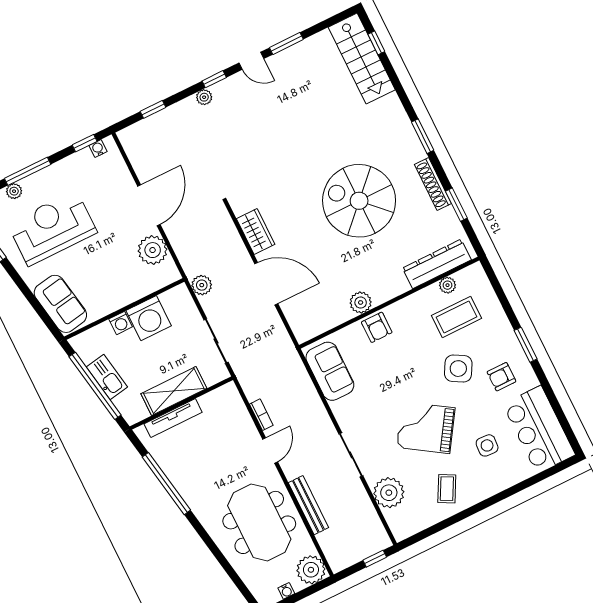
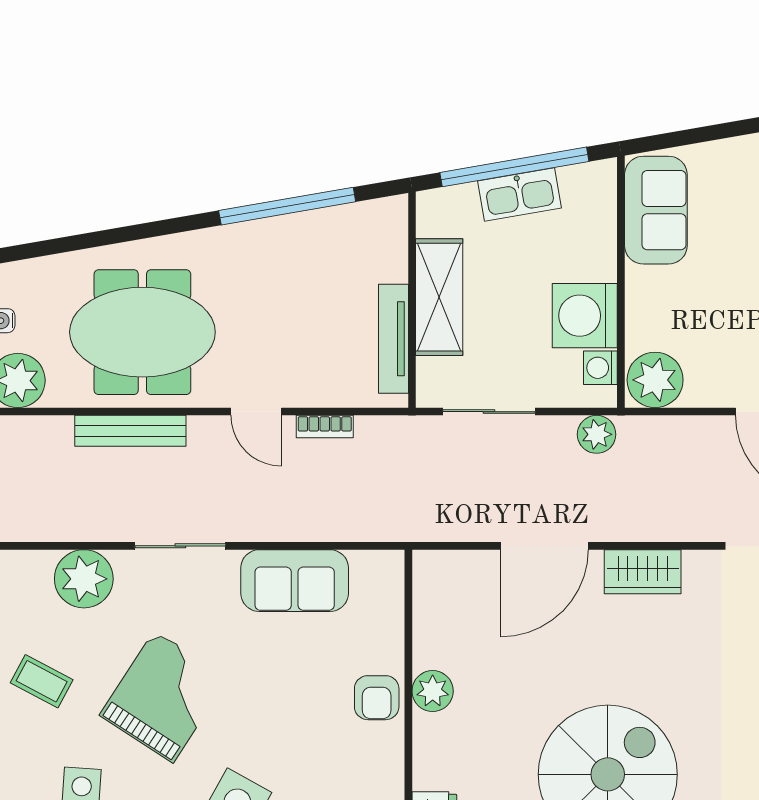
plant: (153, 250) -> (655, 380), moved
sofa: (60, 304) -> (656, 210), moved, turned -80
washing machine: (121, 323) -> (600, 368), moved
armchair: (377, 327) -> (377, 698), turned -90
sofa: (330, 371) -> (295, 581), moved
tv unit: (173, 418) -> (393, 339), moved

